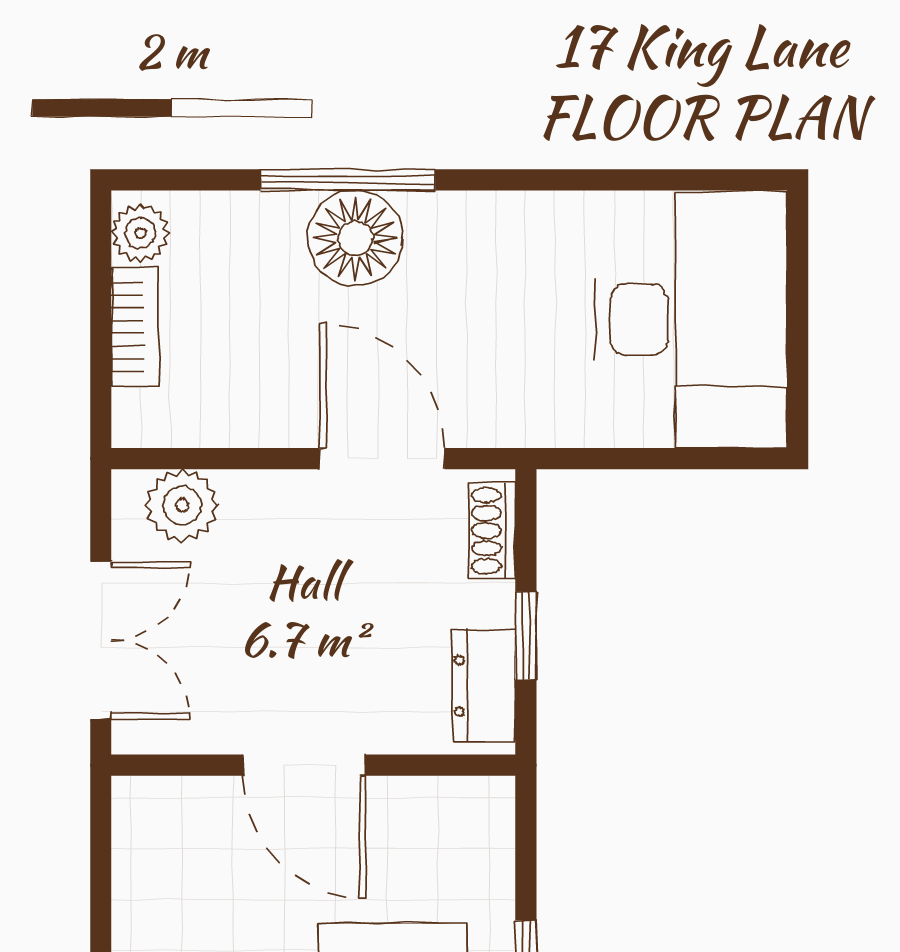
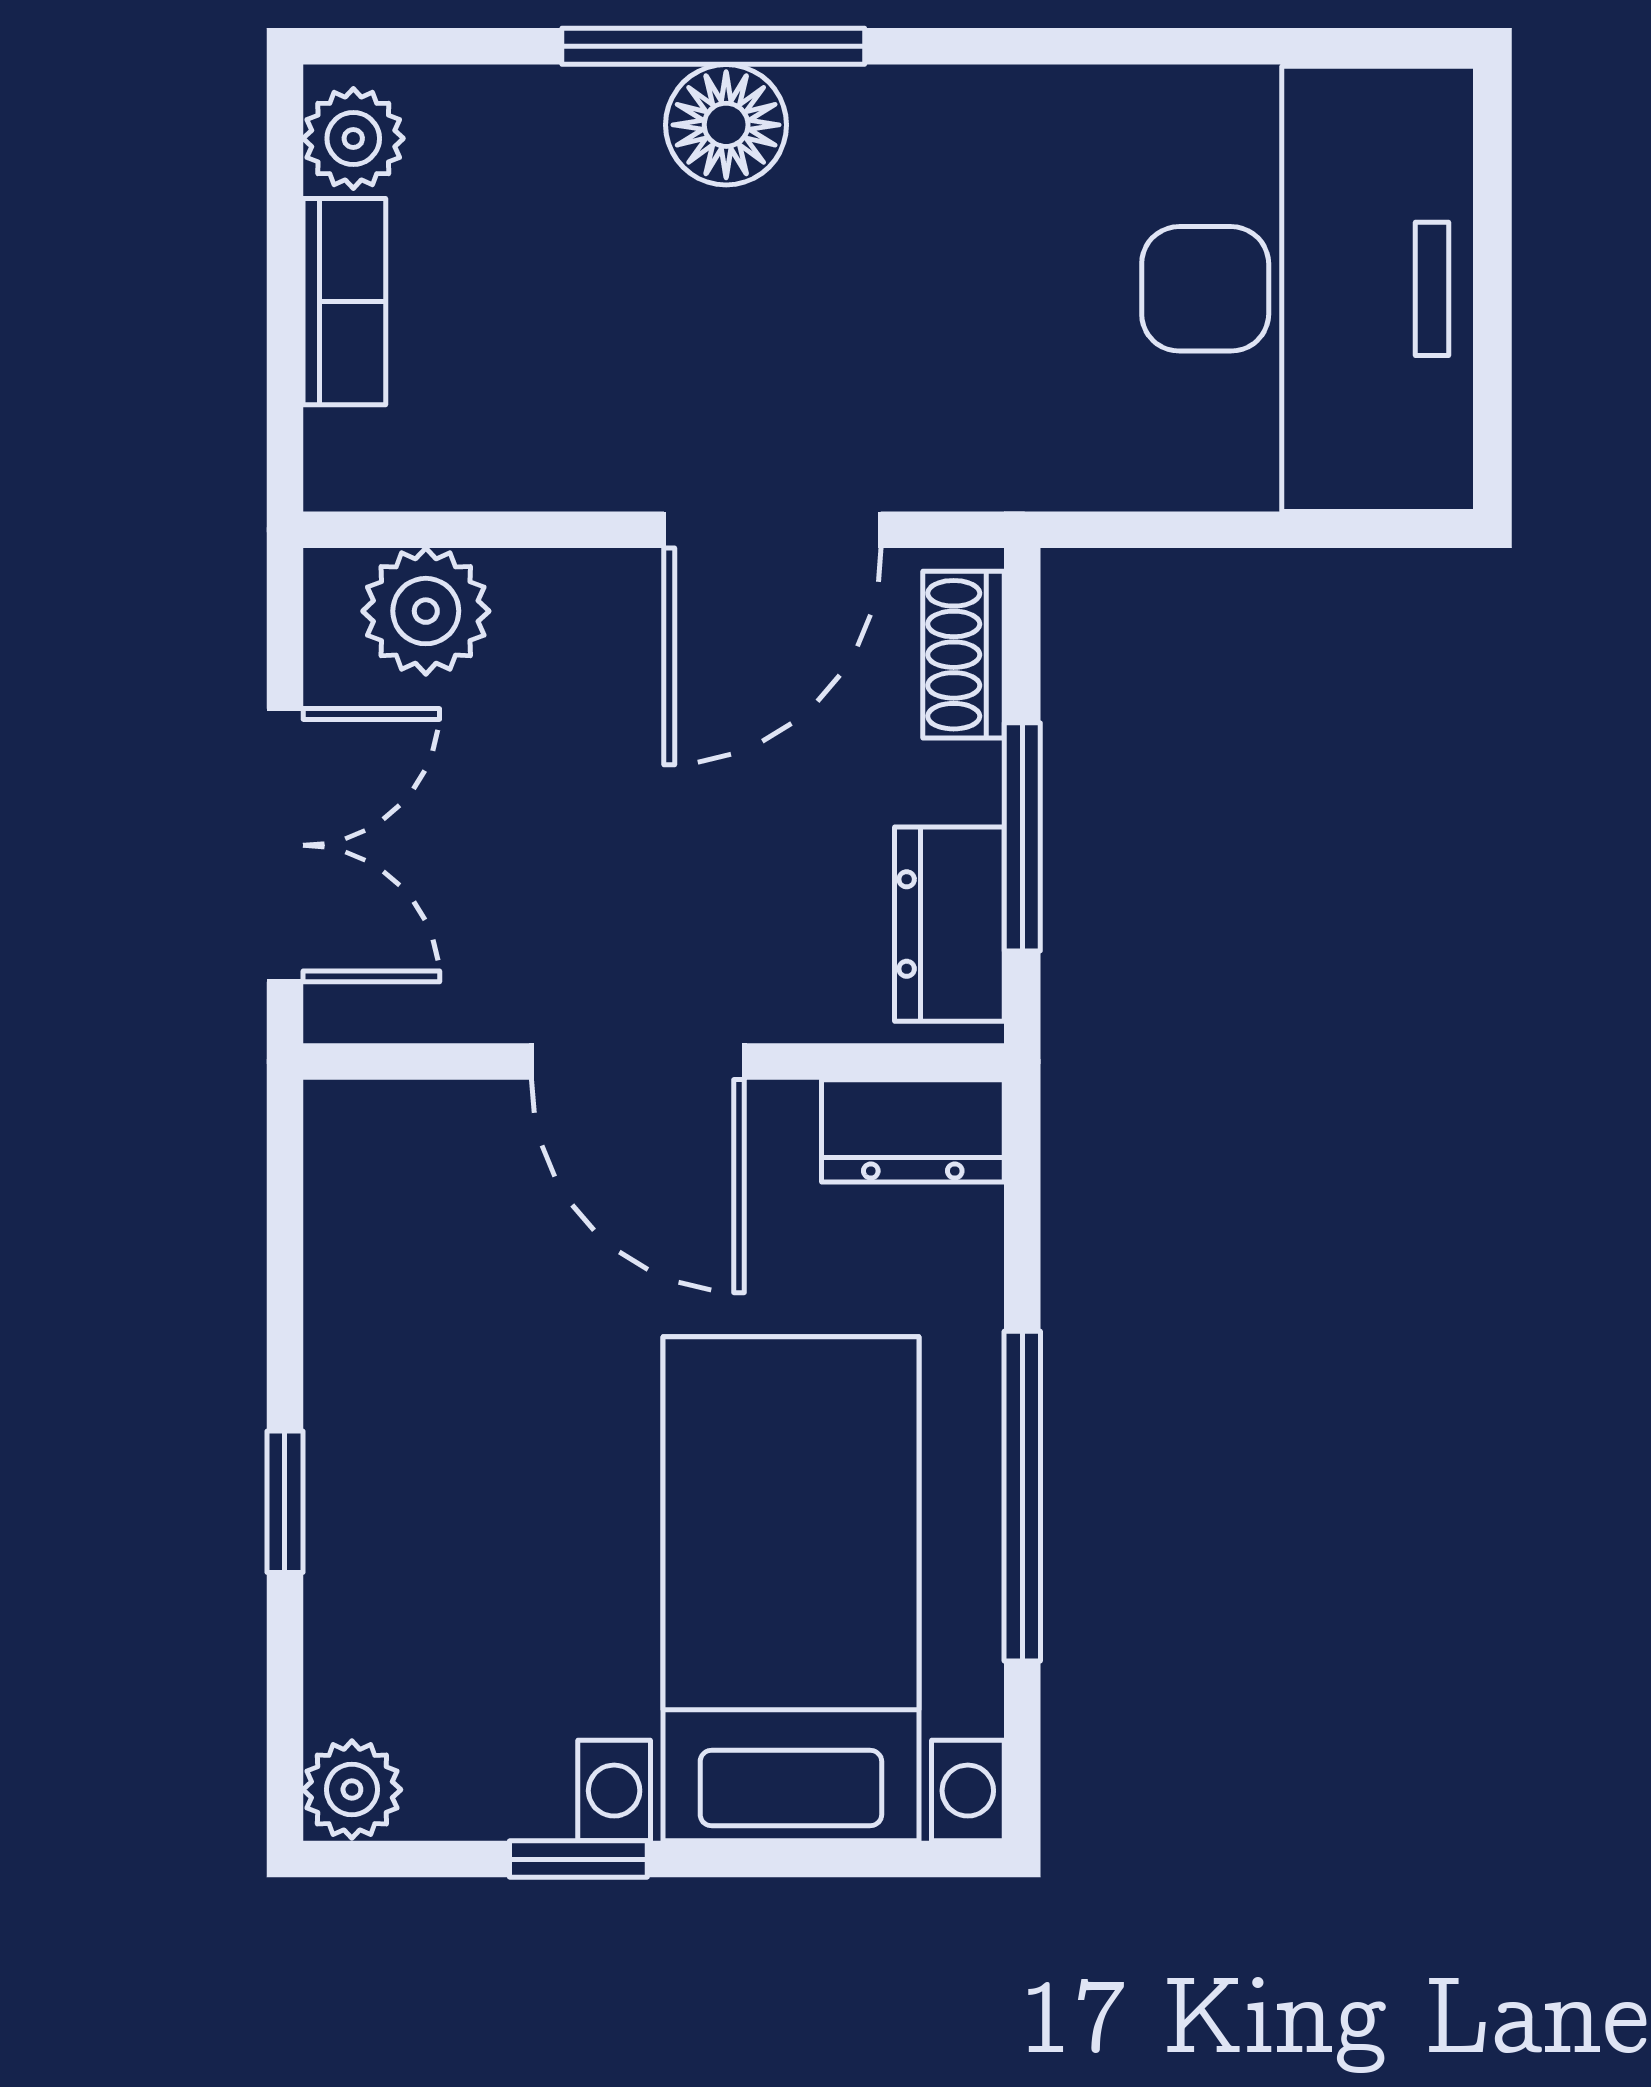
floor lamp: (355, 238) -> (726, 125), width x0.73, depth x0.73
door: (382, 459) -> (772, 530), swing flipped
window: (526, 636) -> (1022, 837), width x1.50
dresser: (463, 805) -> (913, 1131), added

